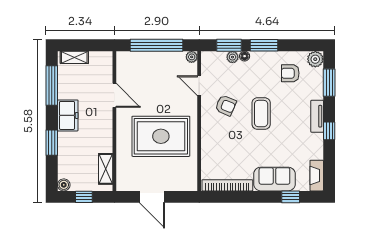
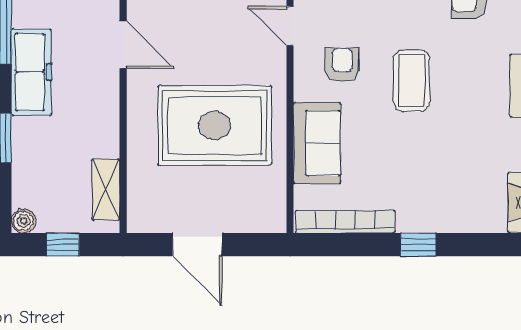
armchair: (226, 105) -> (342, 65), turned -113
freezer: (68, 115) -> (31, 72), width x1.40
sofa: (274, 179) -> (317, 143), moved, turned 90
window: (291, 197) -> (418, 245), moved

